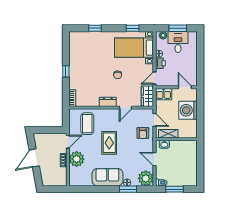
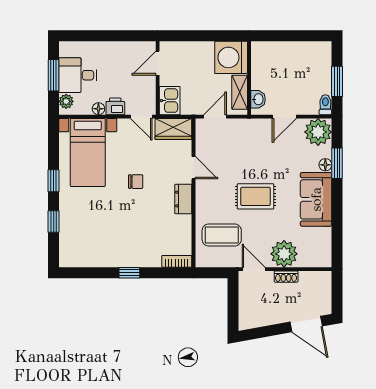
window: (133, 28) -> (54, 181), moved
washing machine: (188, 110) -> (231, 57), moved, turned 90
armchair: (143, 133) -> (238, 137), removed
door: (34, 158) -> (306, 324), moved

